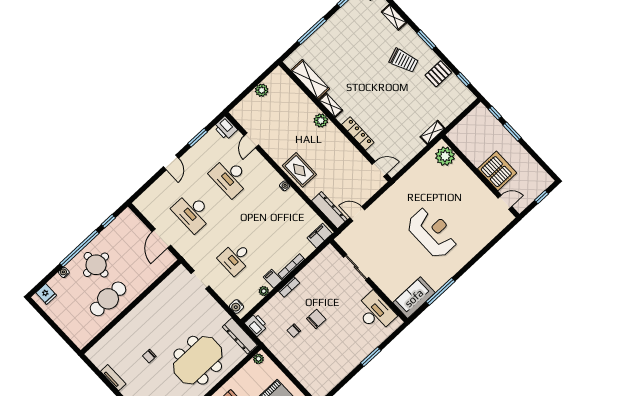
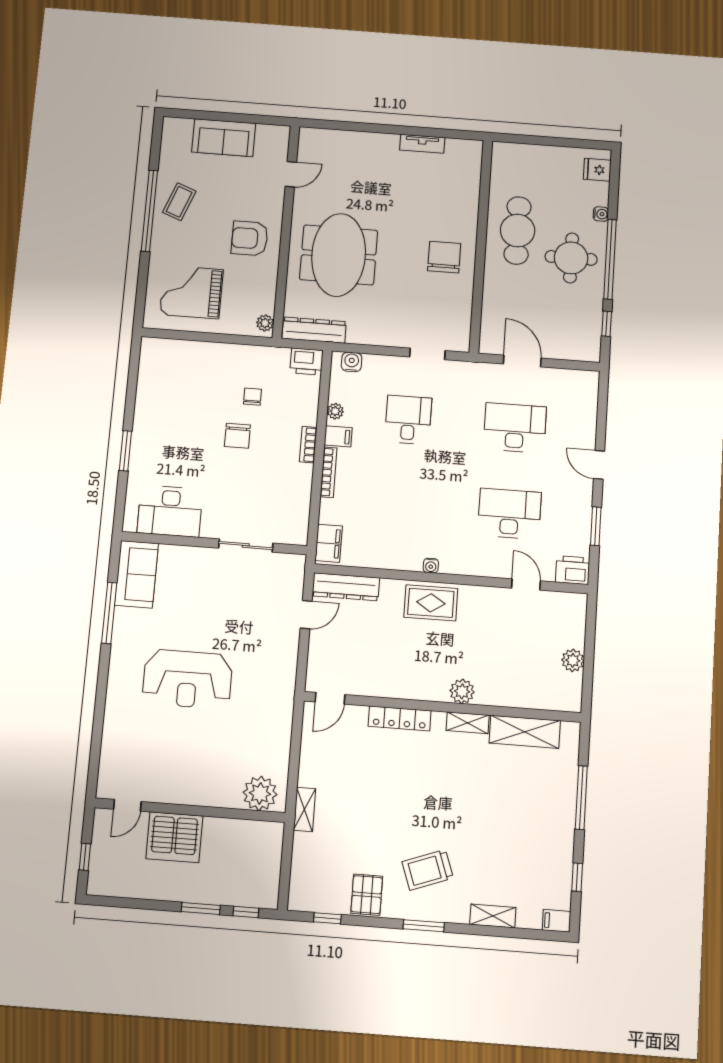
chair: (149, 356) -> (444, 257), moved, width x1.87, depth x1.87

